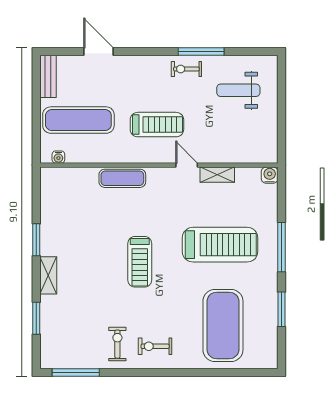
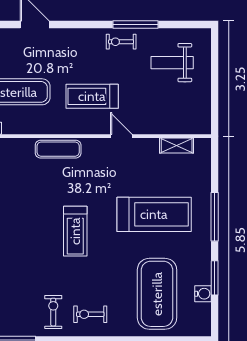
treadmill: (157, 125) -> (92, 96), turned 180
shelving: (217, 175) -> (177, 145), moved
water cooler: (270, 175) -> (203, 294), moved, turned 90

